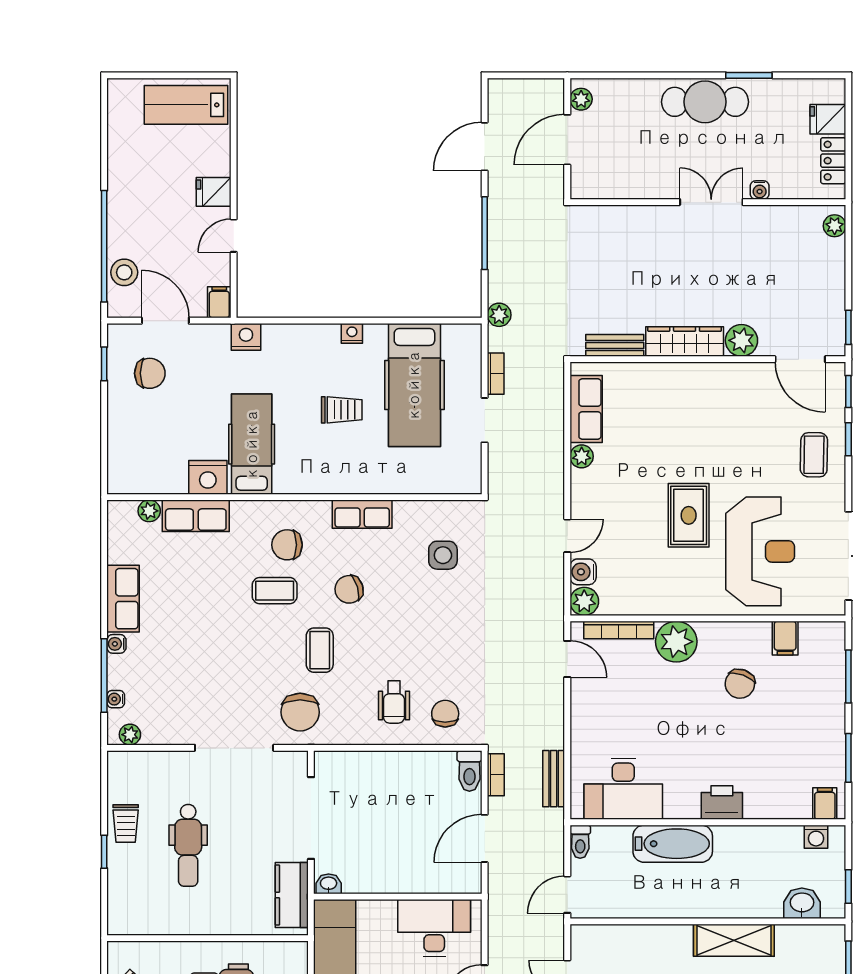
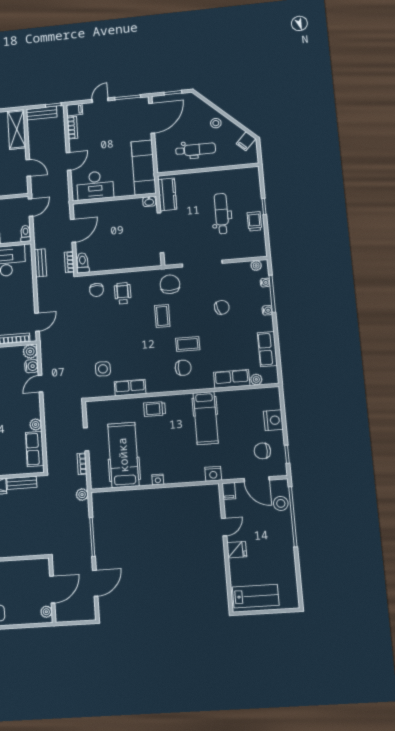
trolley: (342, 410) -> (155, 409), moved
nightstand: (208, 477) -> (273, 420), moved, turned 90
row of seats: (362, 514) -> (130, 388), moved
chair: (349, 589) -> (222, 307), moved
row of seats: (123, 599) -> (267, 349), moved
door: (567, 659) -> (37, 322), swing flipped

